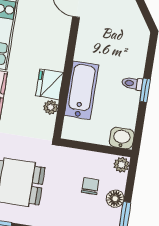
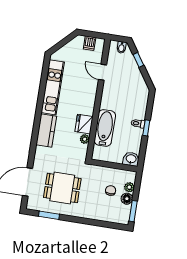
plant: (121, 165) -> (129, 187), moved

